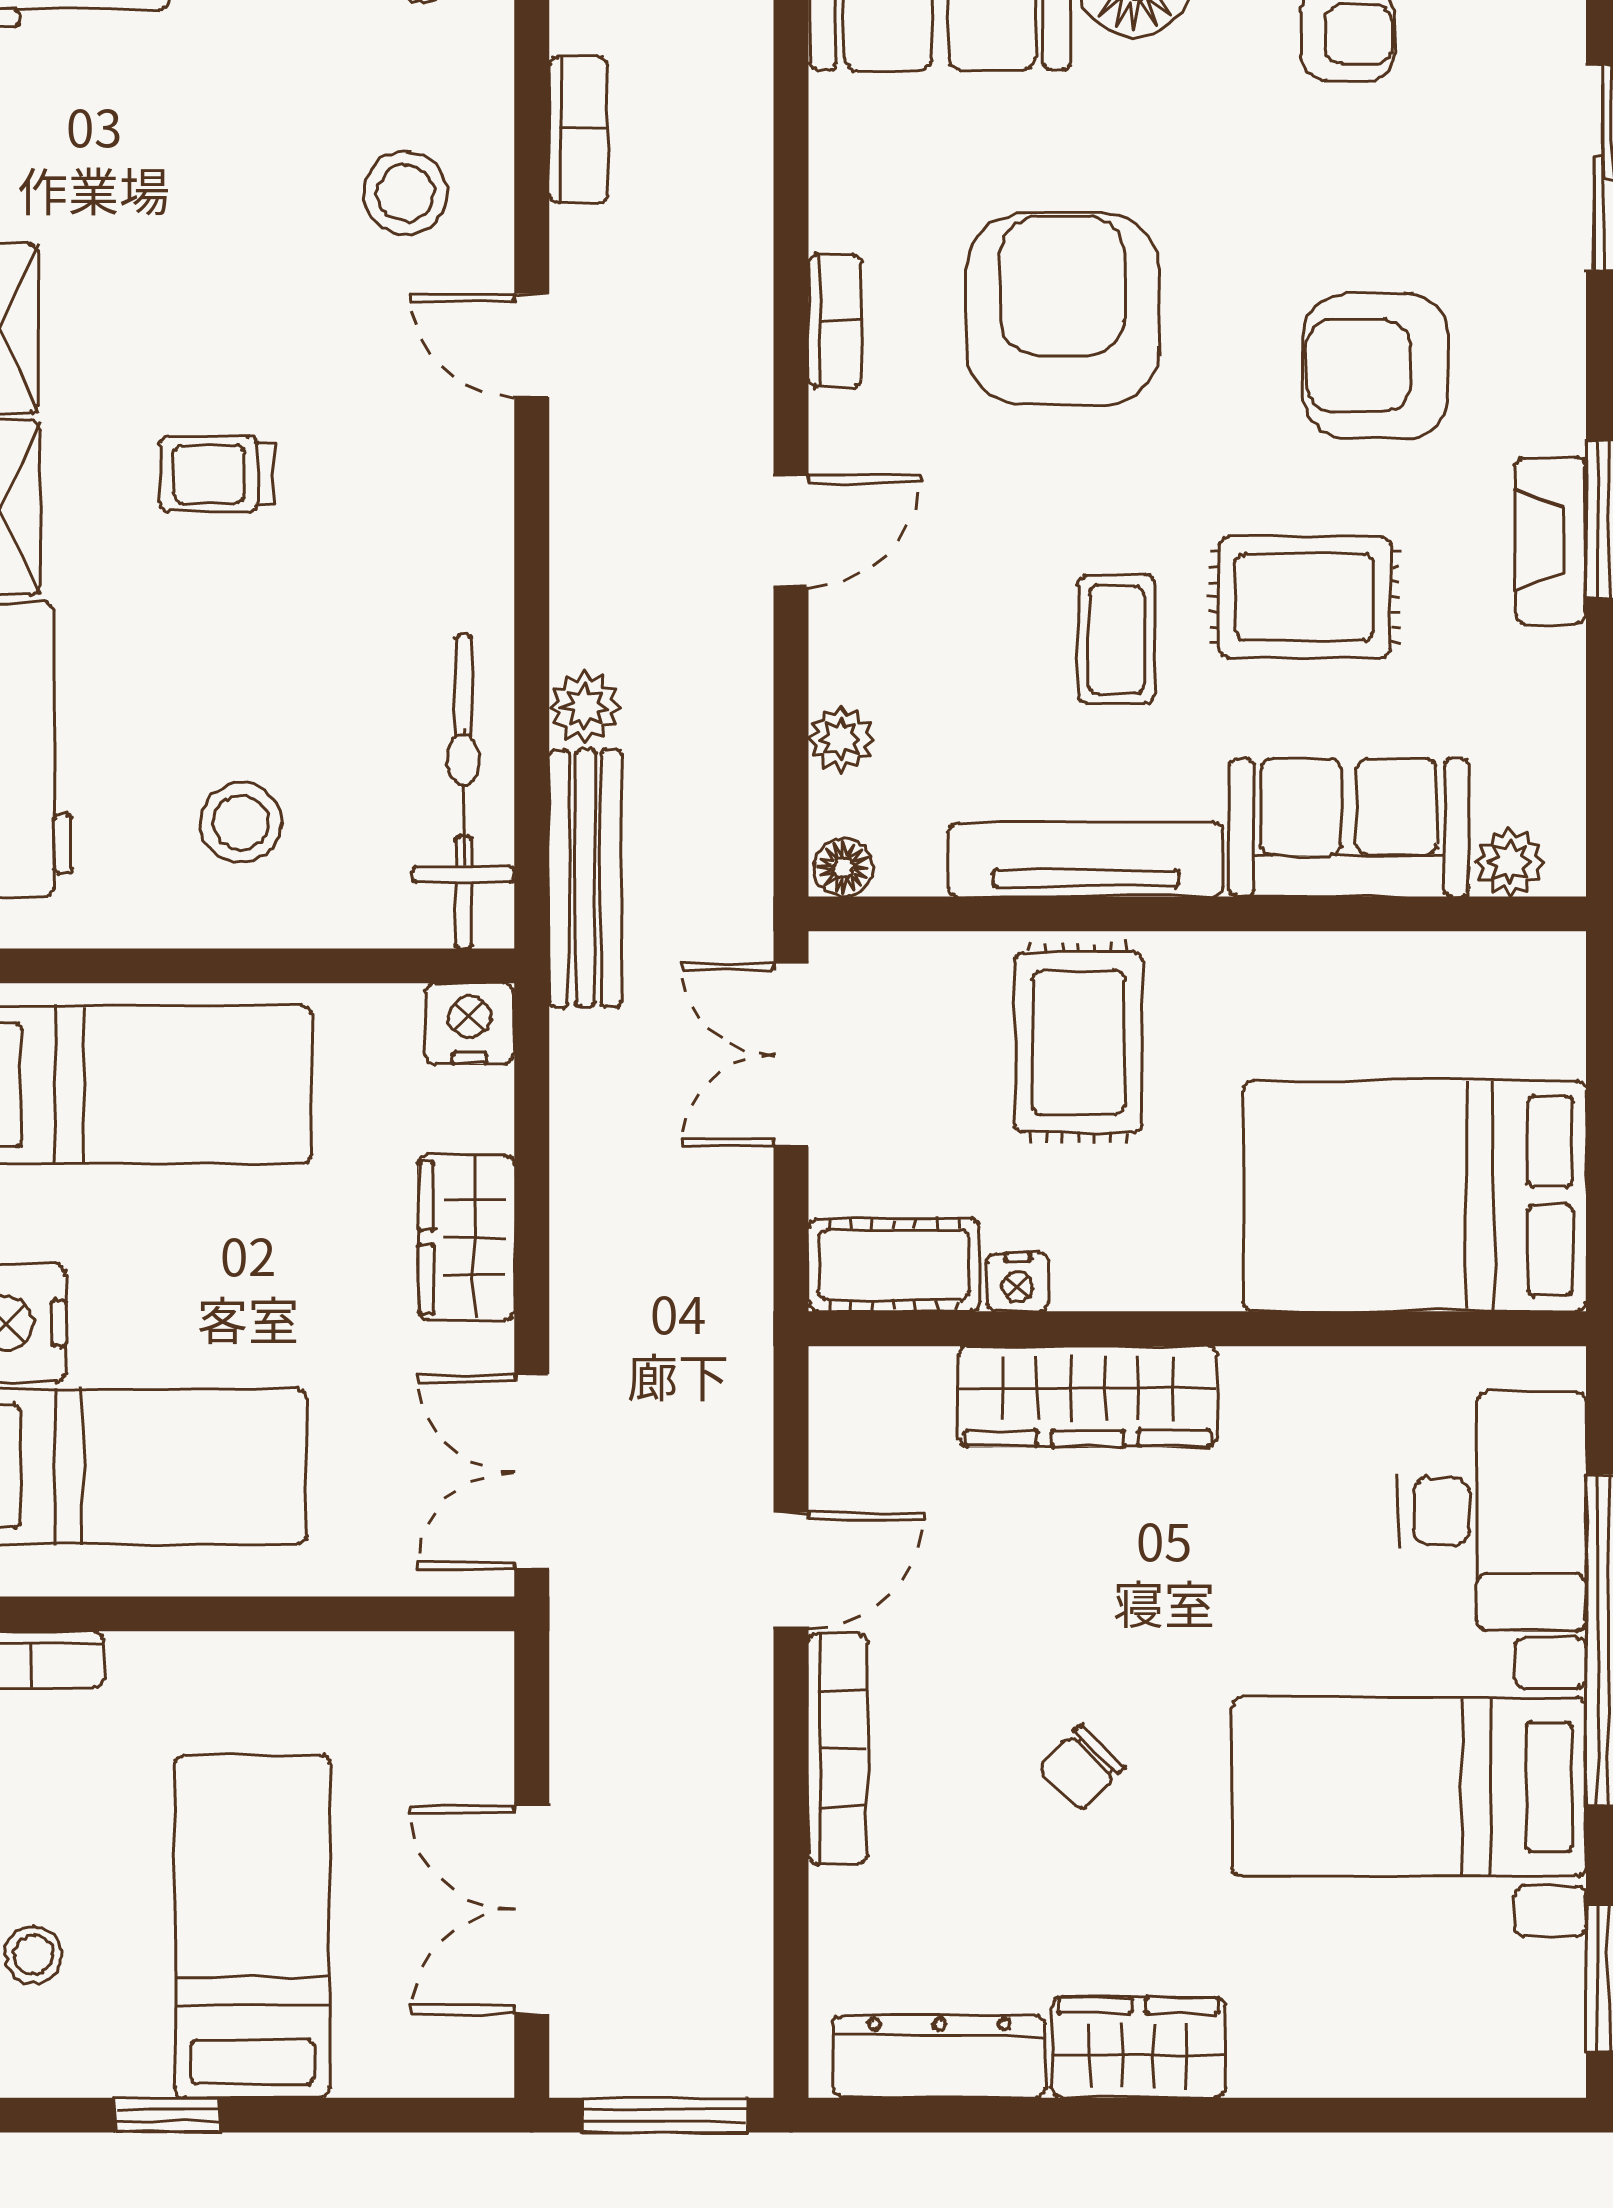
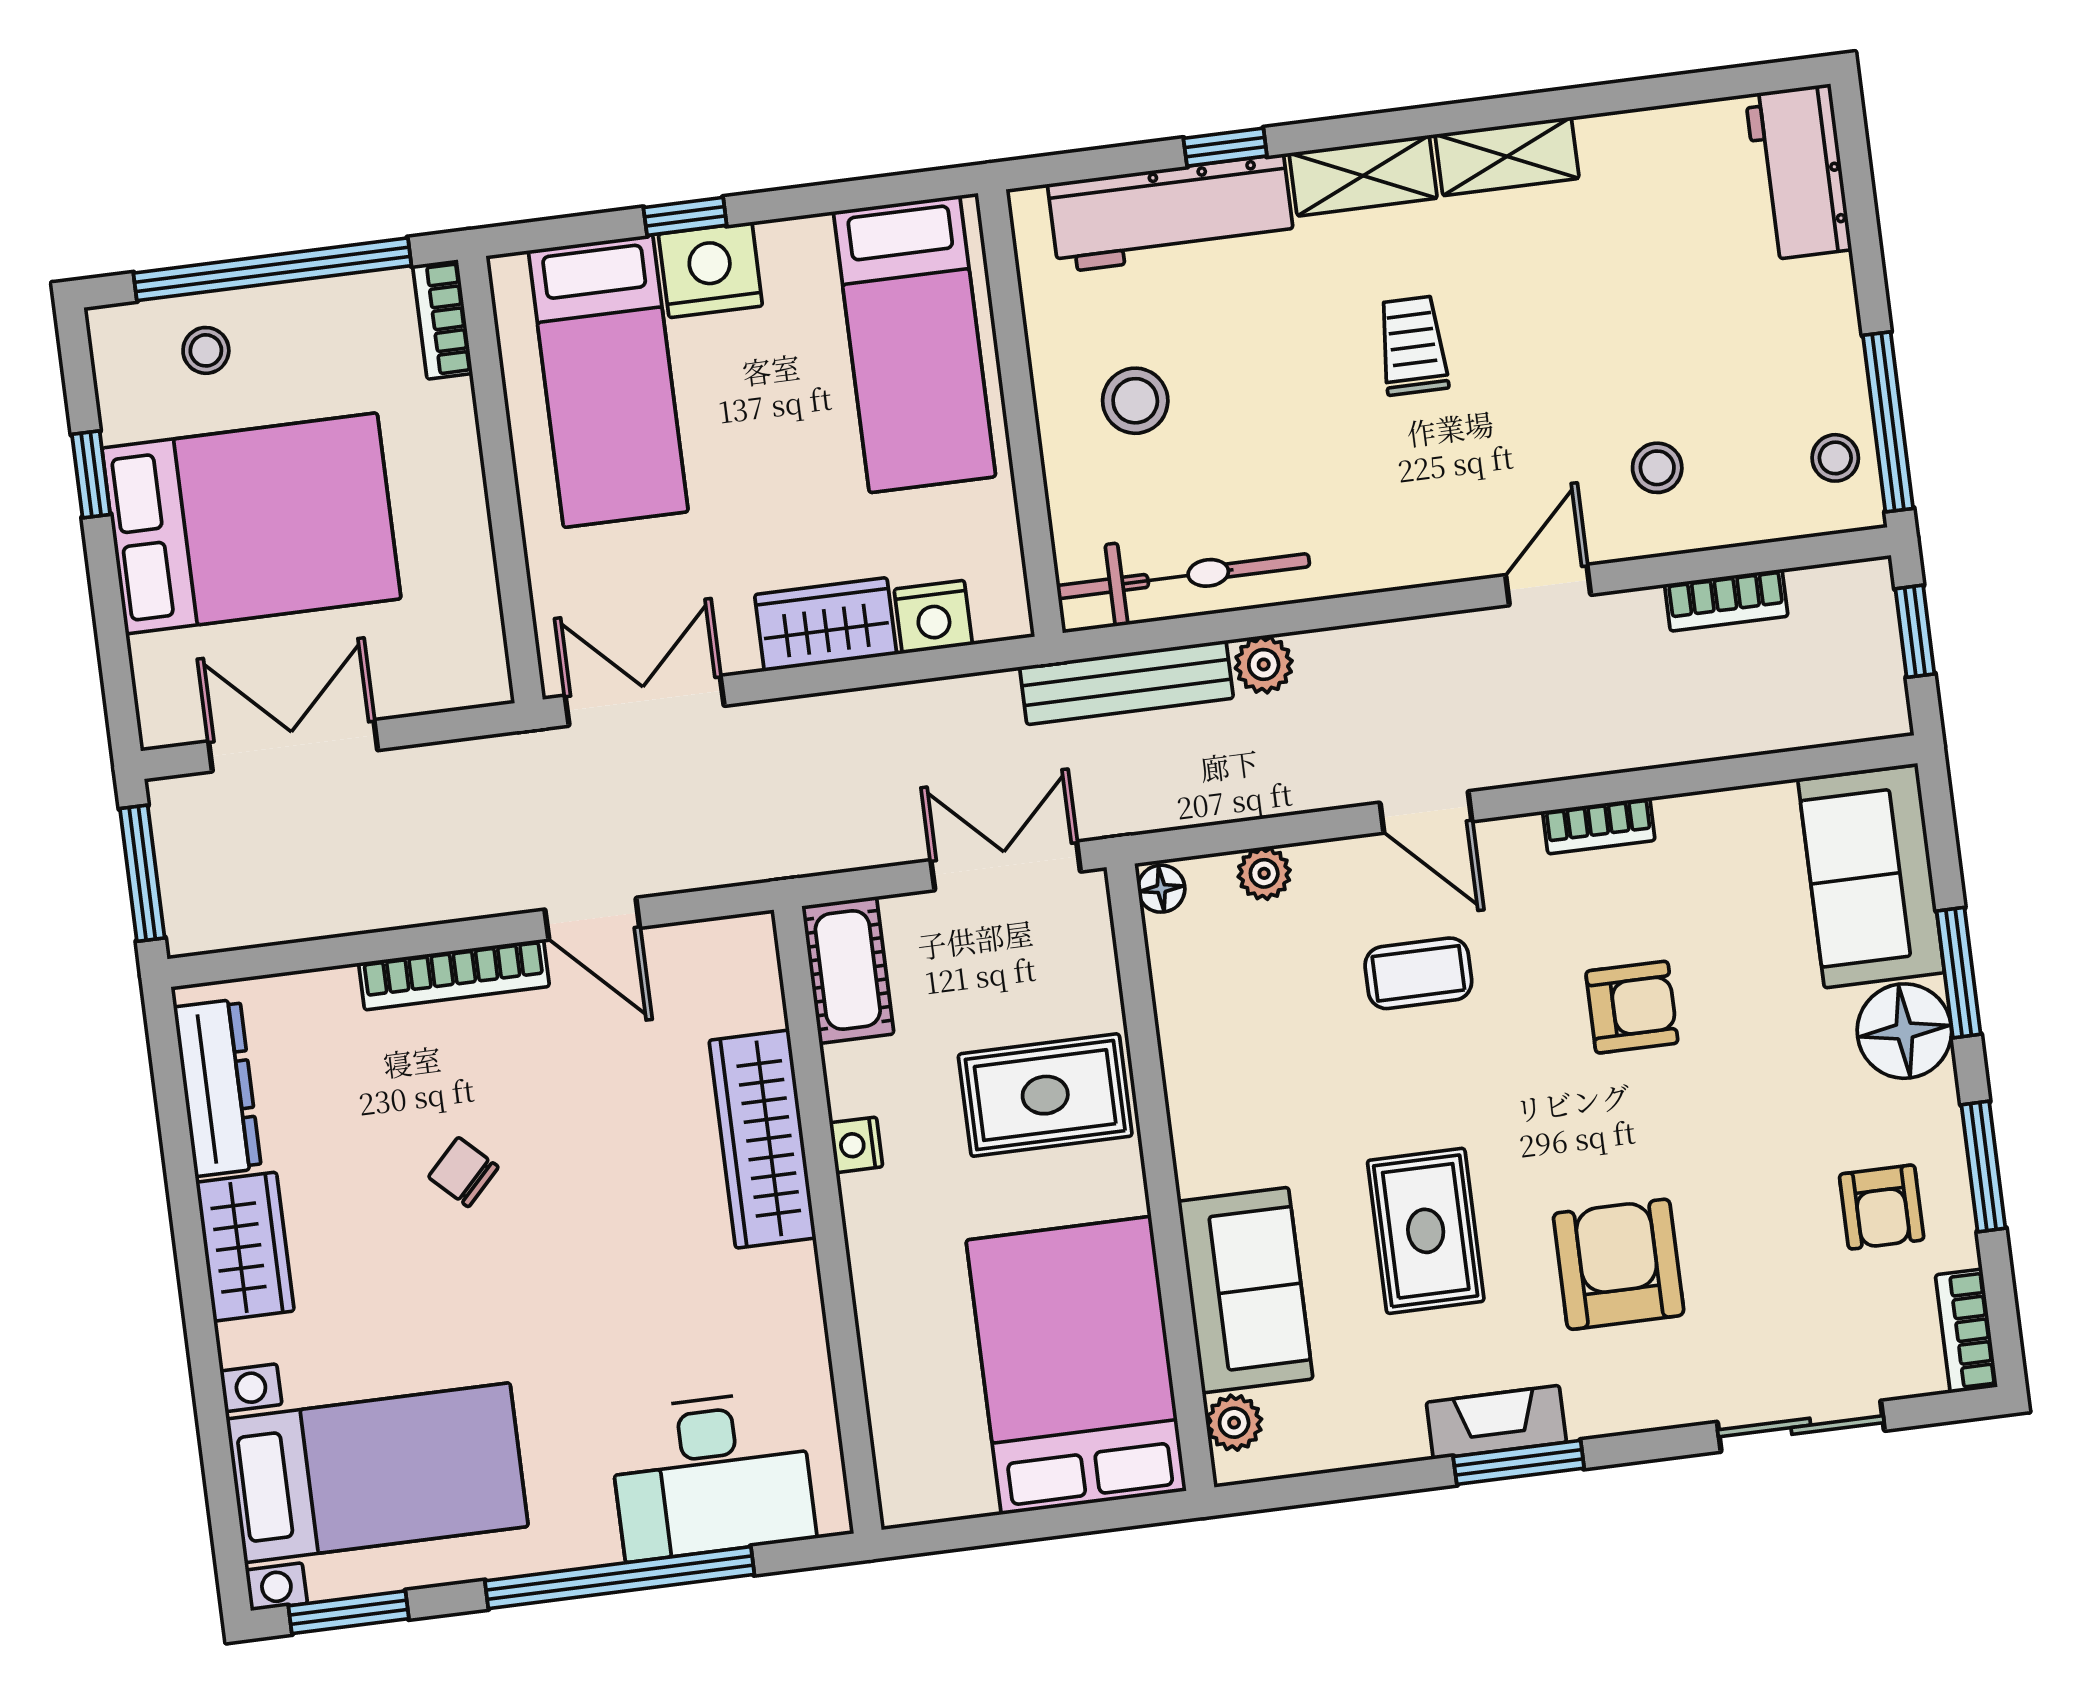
stool: (405, 193) -> (1657, 468), width x0.73, depth x0.73
armchair: (1063, 309) -> (1632, 1007), width x0.53, depth x0.53
coffee table: (1116, 639) -> (1418, 973), moved
tv unit: (1085, 859) -> (1193, 1082), removed
nightstand: (469, 1023) -> (933, 617), moved, turned 90
bed: (1415, 1196) -> (1076, 1365), moved
nightstand: (1018, 1282) -> (856, 1145), moved
bed with nightstands: (1409, 1787) -> (377, 1473), moved, turned 90
bed: (253, 1926) -> (251, 523), width x1.50

